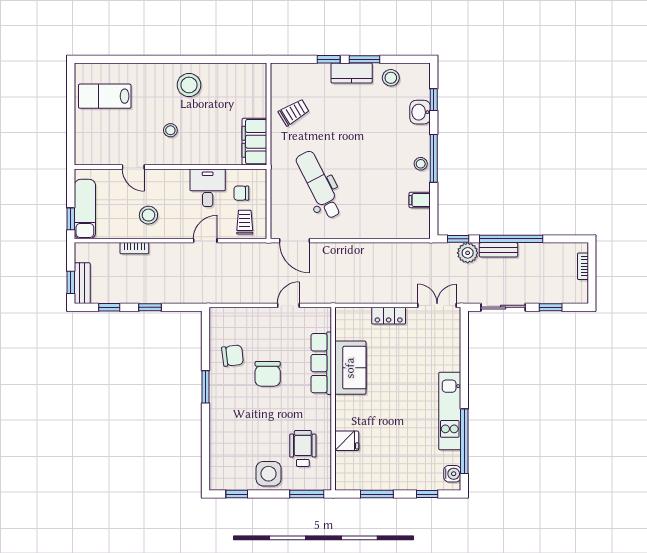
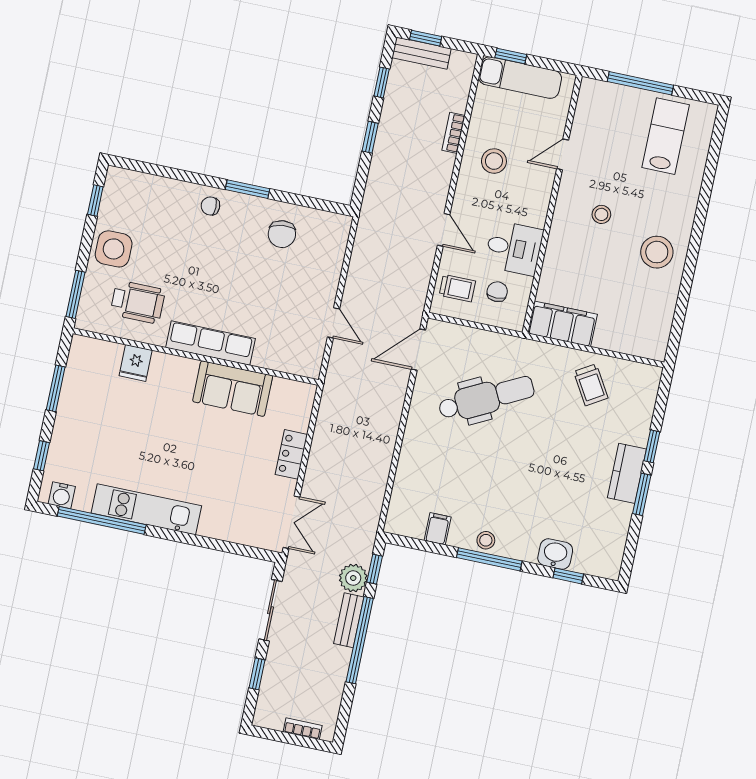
stool: (391, 78) -> (609, 525), removed
window: (71, 122) -> (640, 83), added
row of seats: (321, 363) -> (211, 343), moved
chair: (268, 374) -> (210, 206), moved, width x0.54, depth x0.54

